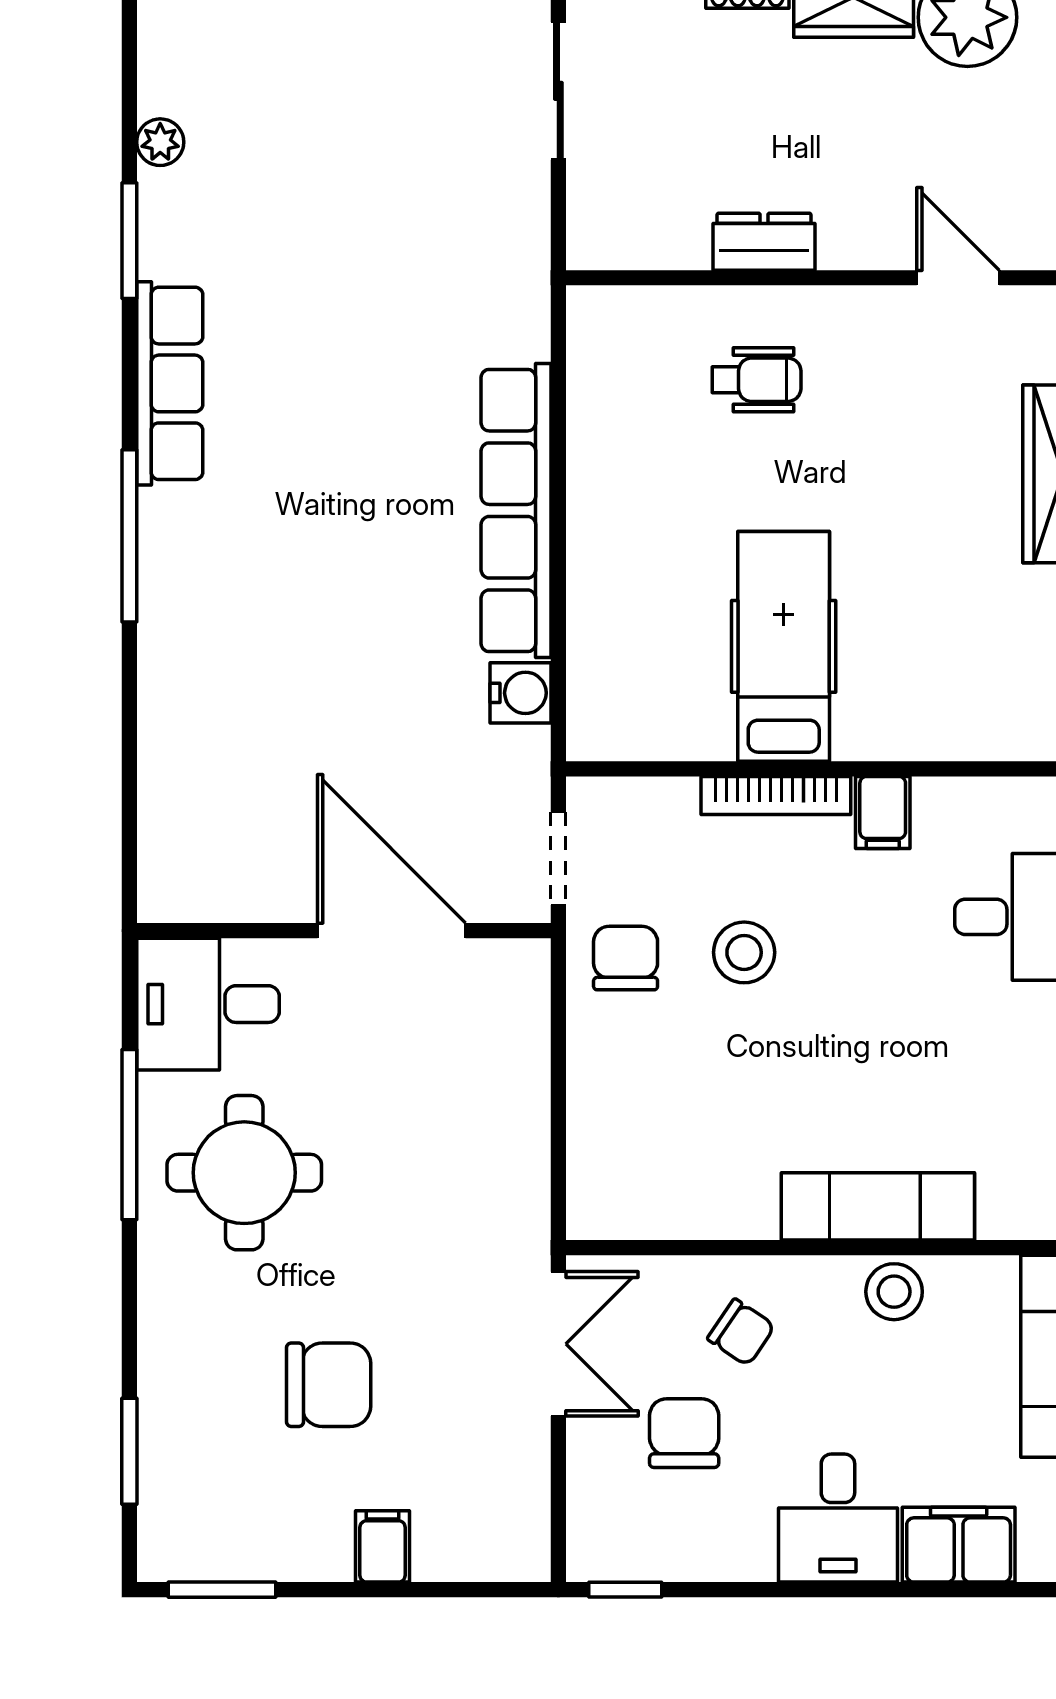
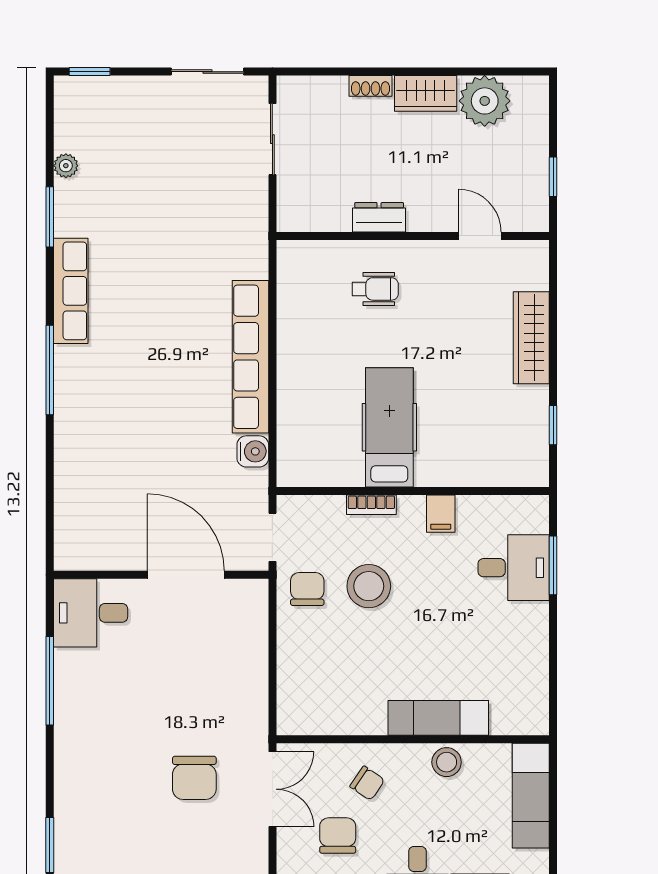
bookcase: (776, 796) -> (371, 505), width x0.64
stool: (744, 952) -> (369, 586), width x1.38, depth x1.38
round table: (244, 1173) -> (109, 700), removed
chair: (329, 1385) -> (194, 778), moved, turned 90

